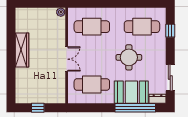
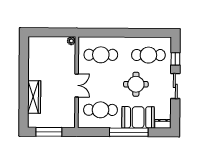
wardrobe: (22, 50) -> (34, 97), moved
sliding door: (170, 78) -> (175, 86), moved
window: (38, 108) -> (49, 132), width x2.17
window: (135, 108) -> (129, 132), moved

